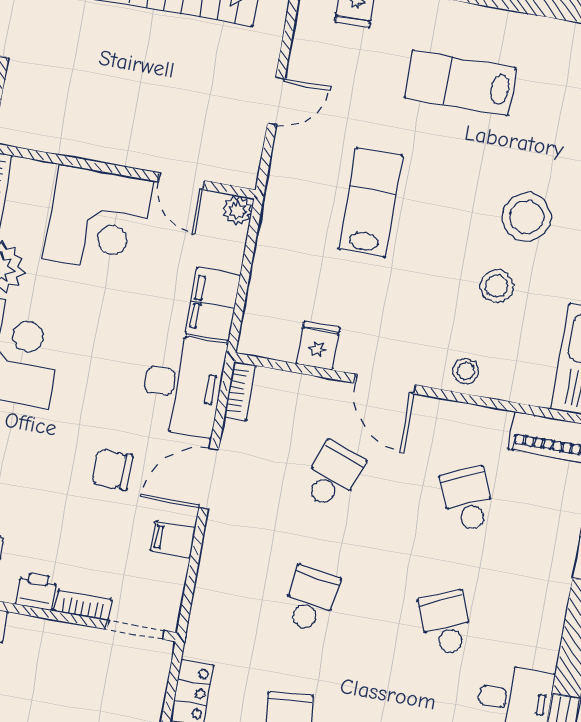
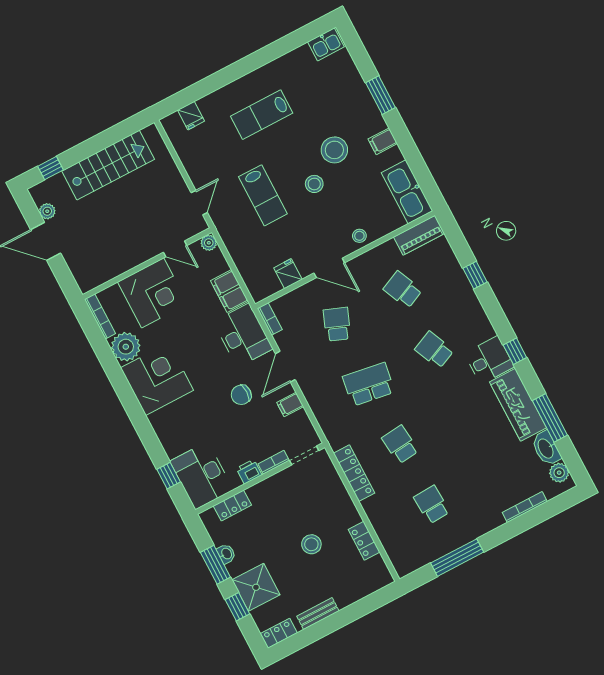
door: (276, 101) -> (199, 203), moved
lab bench: (371, 202) -> (263, 195), turned 180
stool: (497, 286) -> (314, 184), moved
school desk: (311, 599) -> (369, 384), width x1.85

